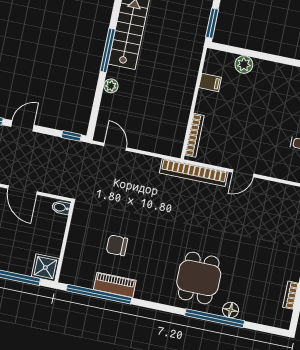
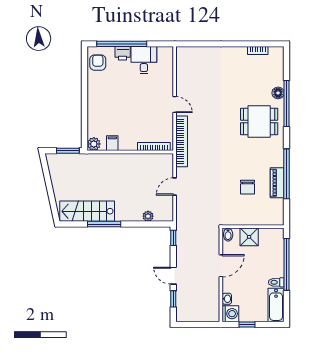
plant: (244, 64) -> (94, 144), moved
plant: (111, 86) -> (148, 216), moved
door: (115, 147) -> (175, 187), moved
shower: (45, 268) -> (249, 237), moved
window: (99, 294) -> (287, 174), moved

